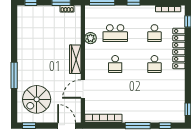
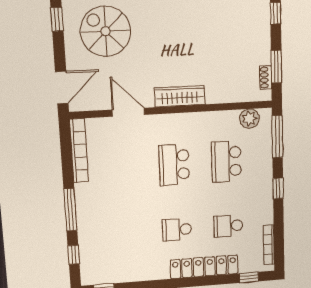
plant: (91, 38) -> (249, 119), moved
school desk: (115, 64) -> (174, 165), width x1.85

